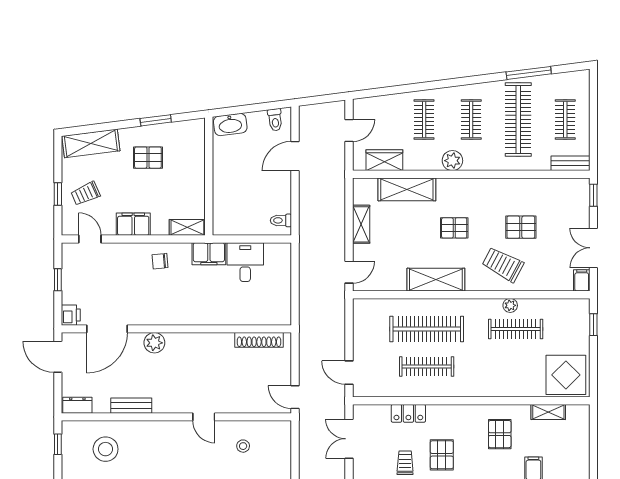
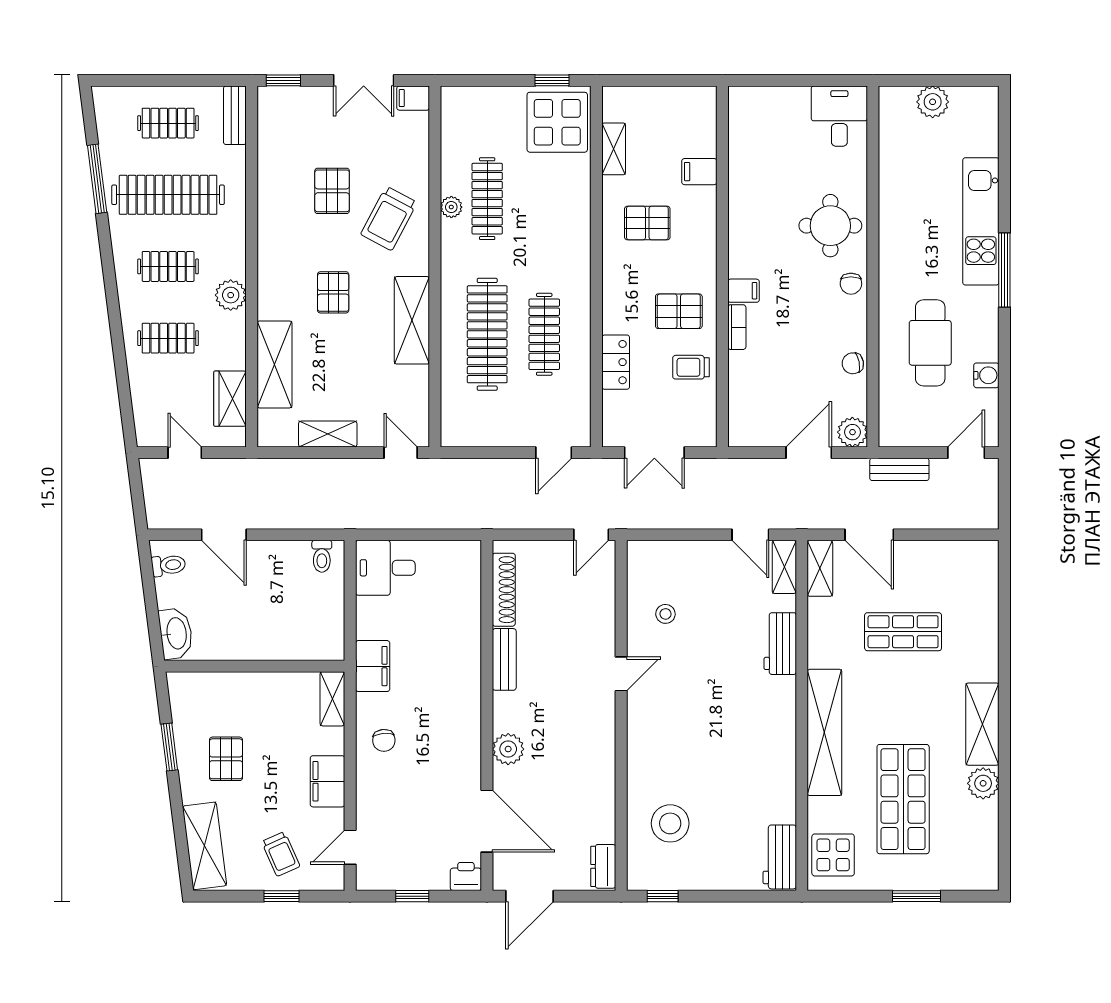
desk: (245, 262) -> (385, 568), moved
window: (593, 325) -> (552, 80), moved
bench: (131, 406) -> (504, 659), moved

